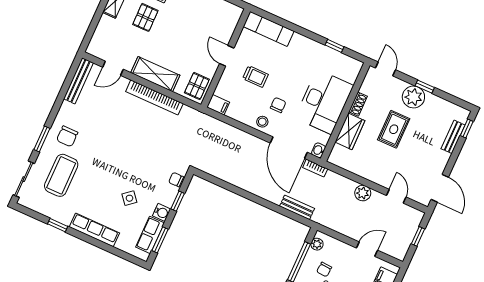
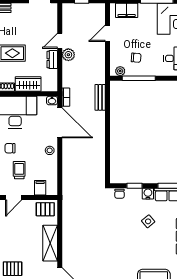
bookcase: (154, 97) -> (67, 236), removed
filing cabinet: (218, 105) -> (40, 188), moved
chair: (278, 105) -> (10, 148), moved
door: (289, 148) -> (60, 123), hinge flipped
dresser: (366, 172) -> (52, 60), added
door: (396, 196) -> (60, 41), moved
door: (367, 249) -> (107, 33), hinge flipped

